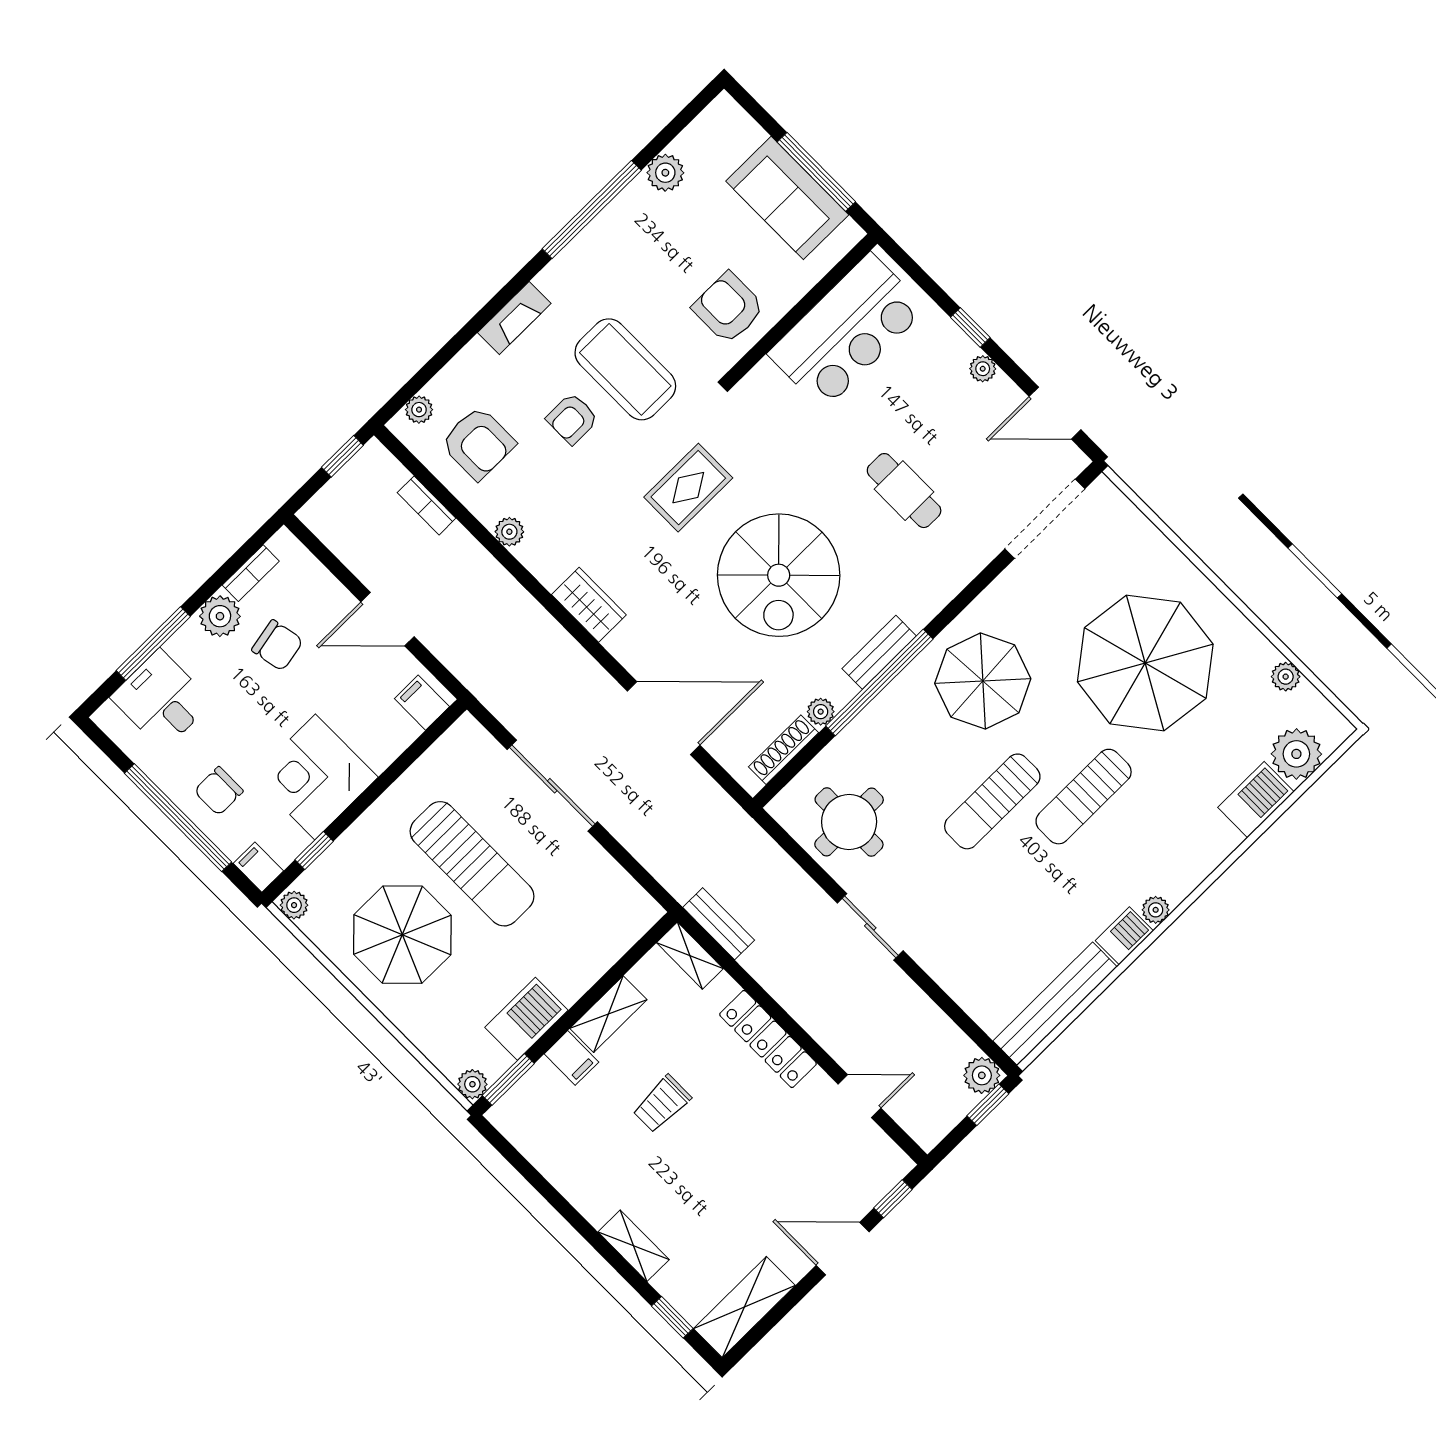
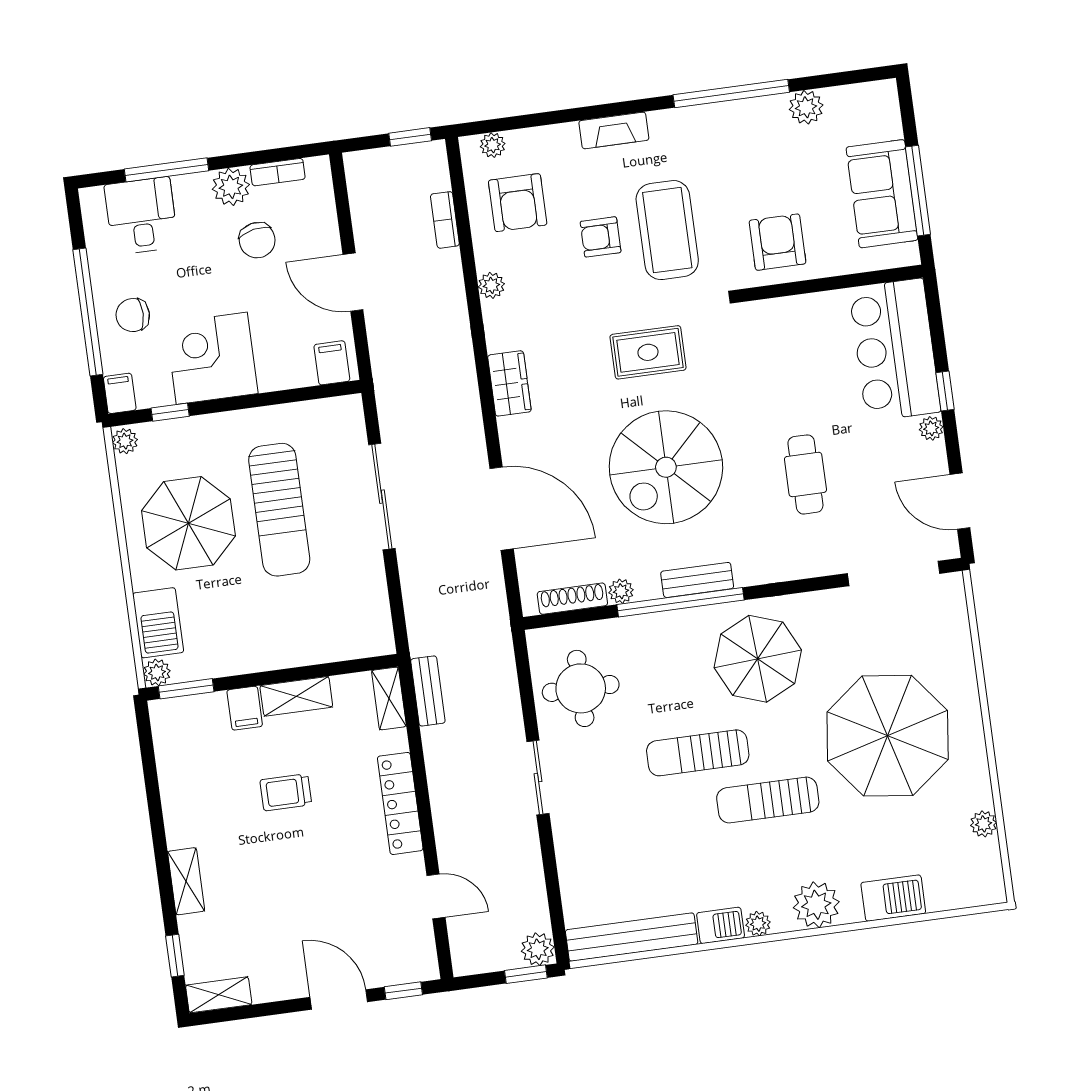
bar counter: (847, 331) -> (895, 350), moved, turned 90
plant: (1296, 754) -> (816, 905), moved
barbecue: (526, 1019) -> (158, 623), moved, turned 90
shelving: (744, 1307) -> (219, 995), width x0.67, depth x0.75

